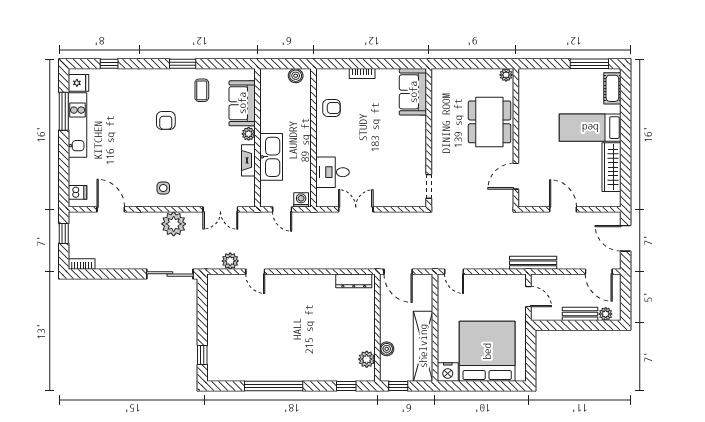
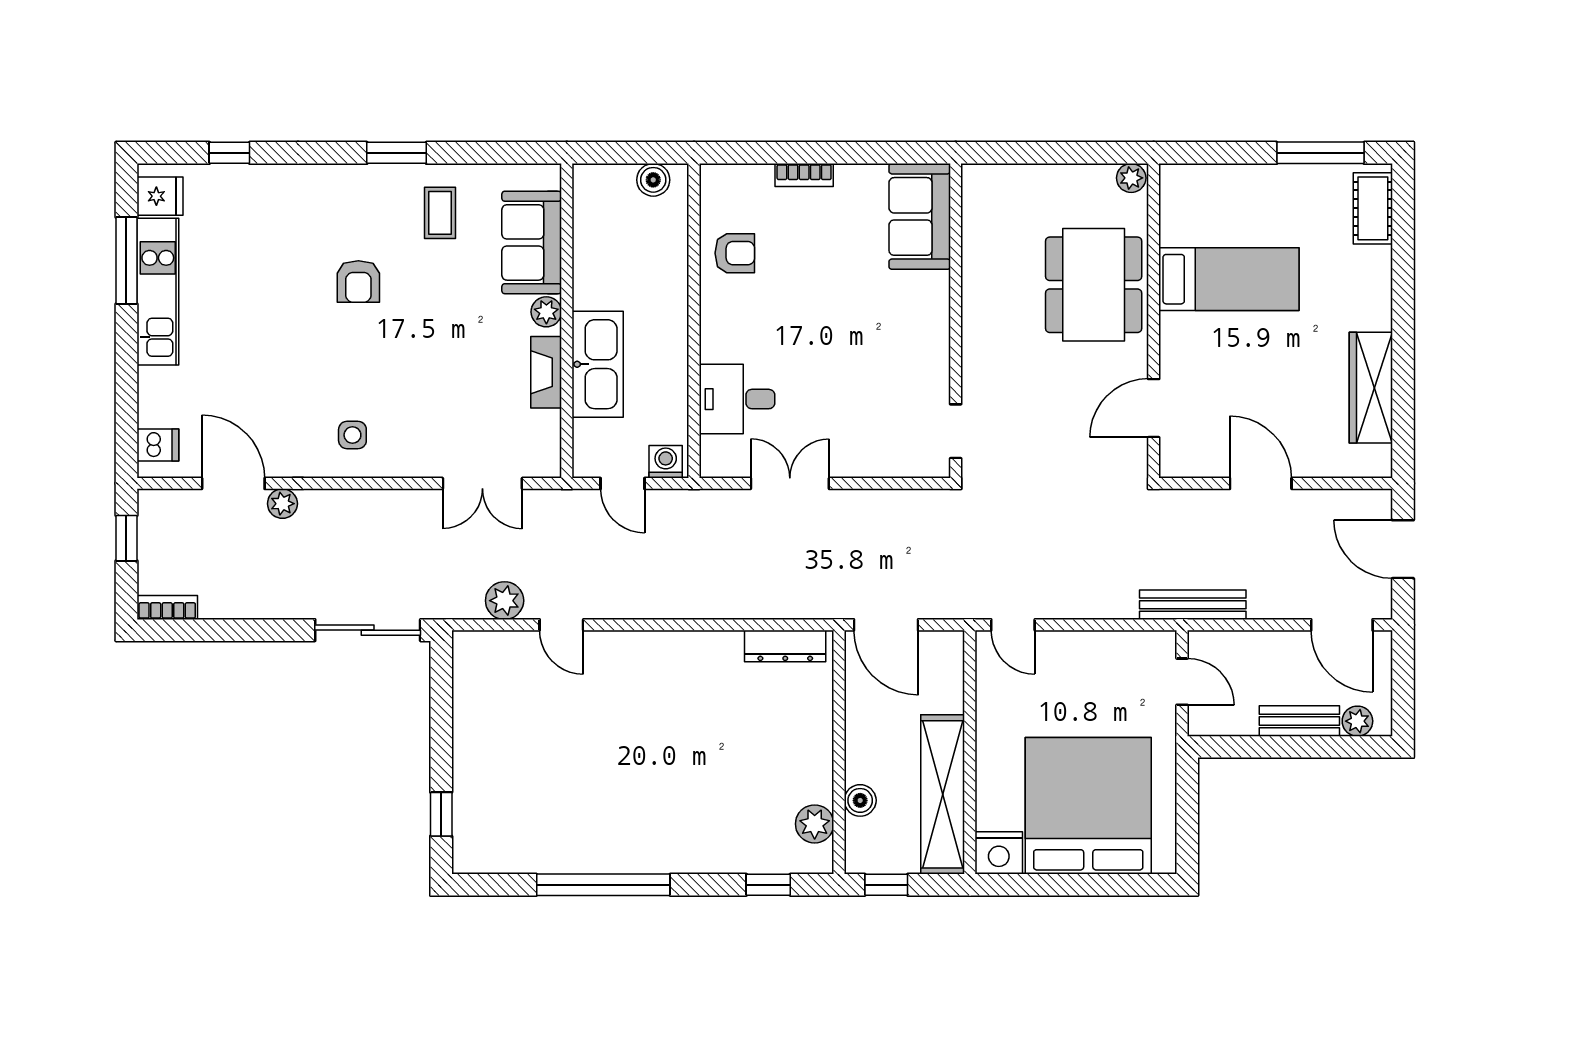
bed: (590, 128) -> (1229, 279), moved, turned 180
plant: (174, 224) -> (282, 504), moved, width x0.53, depth x0.53

